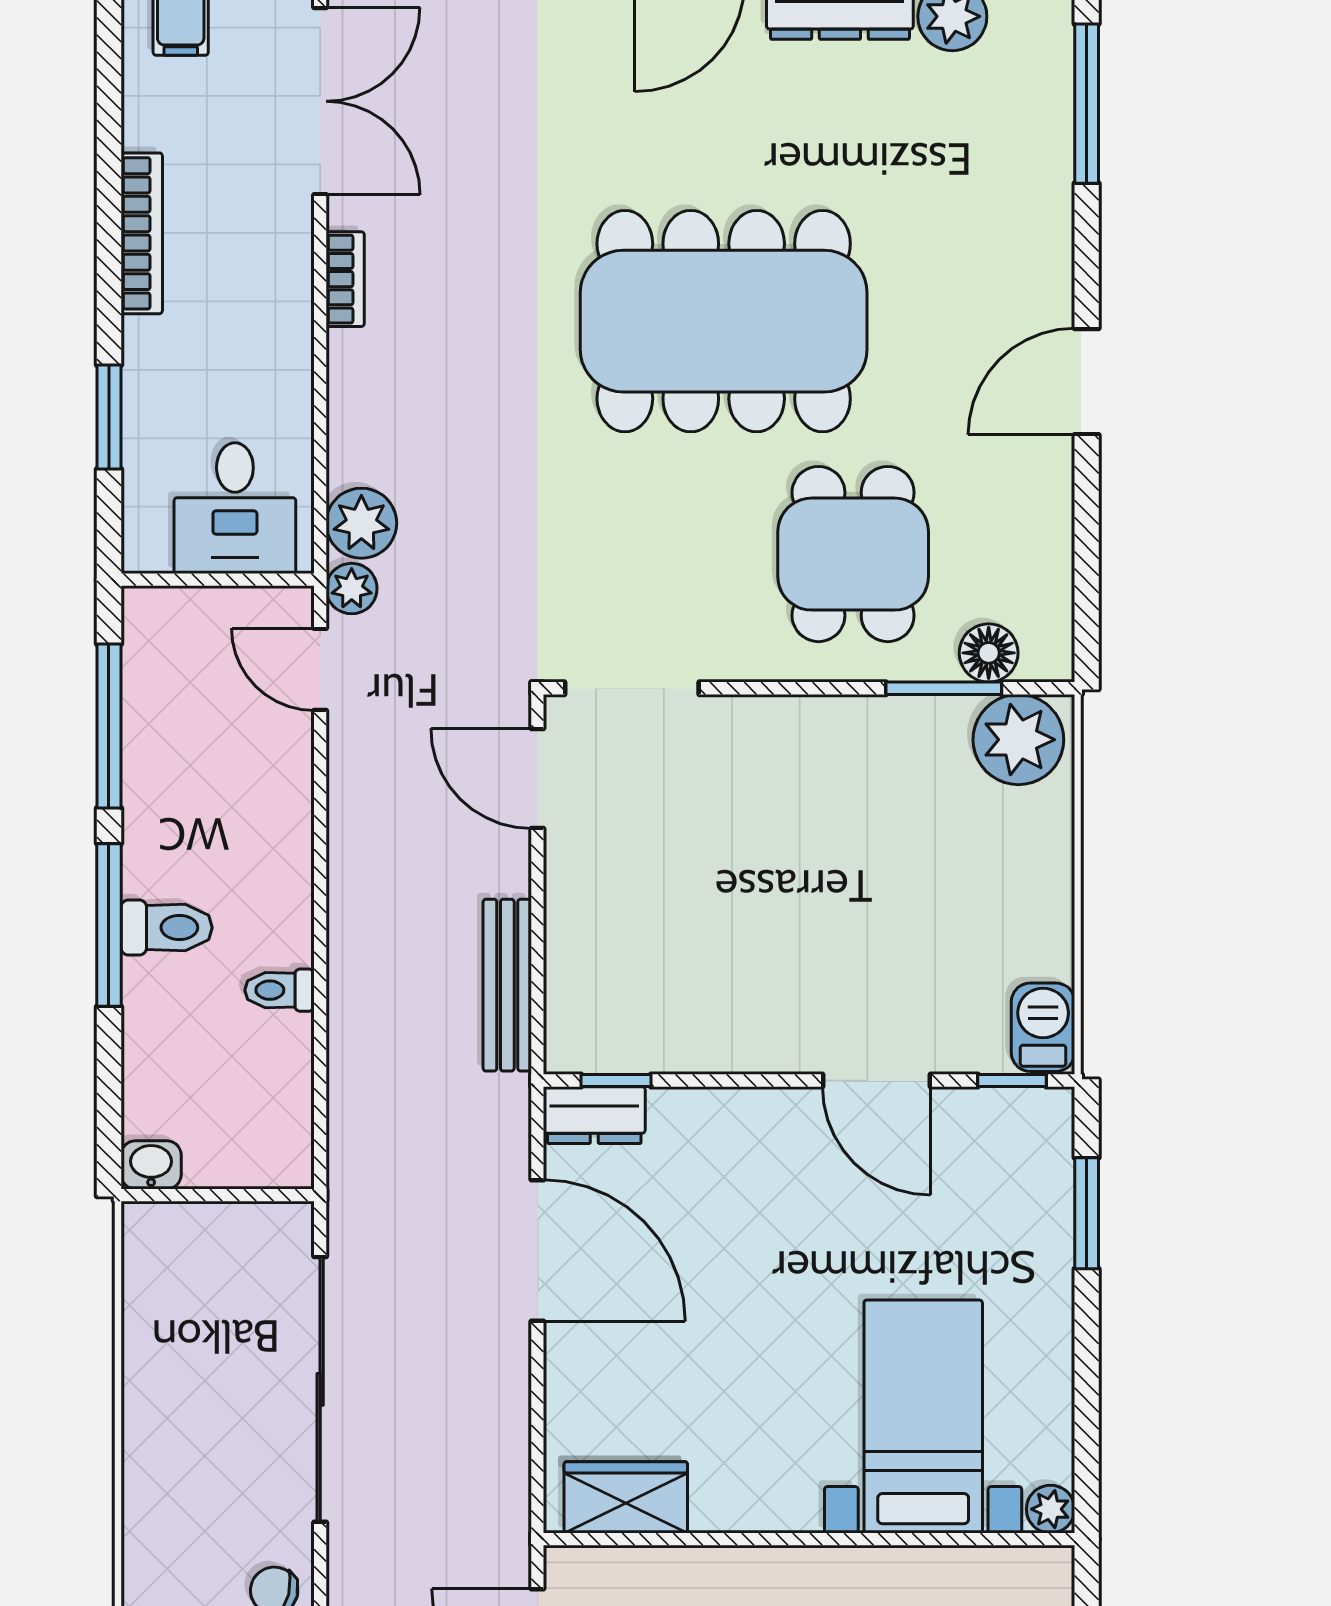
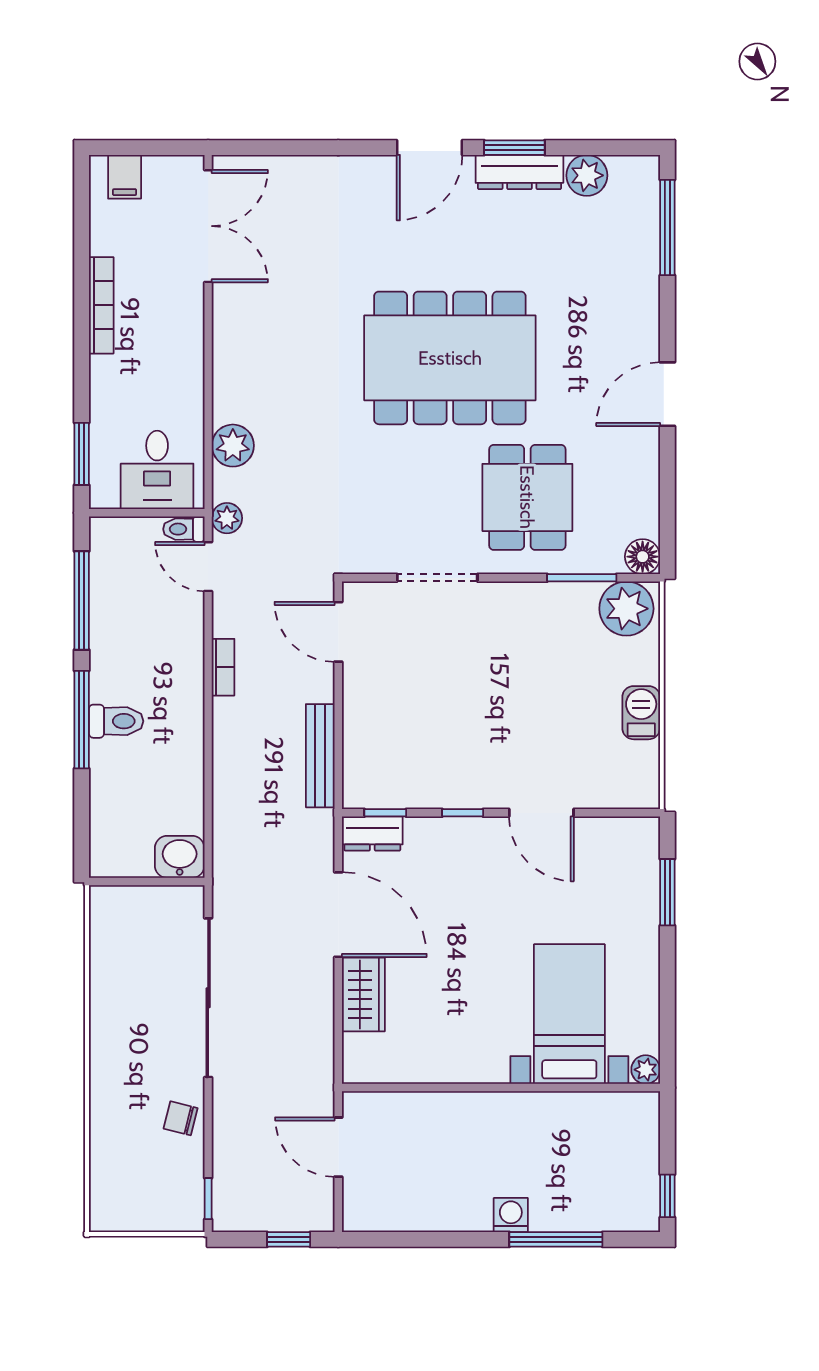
bookcase: (345, 279) -> (223, 667), moved
window: (109, 417) -> (82, 454), moved
plant: (361, 523) -> (233, 446), moved
floor lamp: (989, 653) -> (643, 557), moved
doorway: (632, 688) -> (437, 578), moved
toilet: (280, 990) -> (184, 529), moved
barbecue: (1043, 1027) -> (641, 713), moved
window: (1012, 1081) -> (463, 813), moved
washbasin: (151, 1165) -> (180, 857), moved, width x1.38, depth x1.45
wardrobe: (626, 1497) -> (363, 995), moved, turned 90

